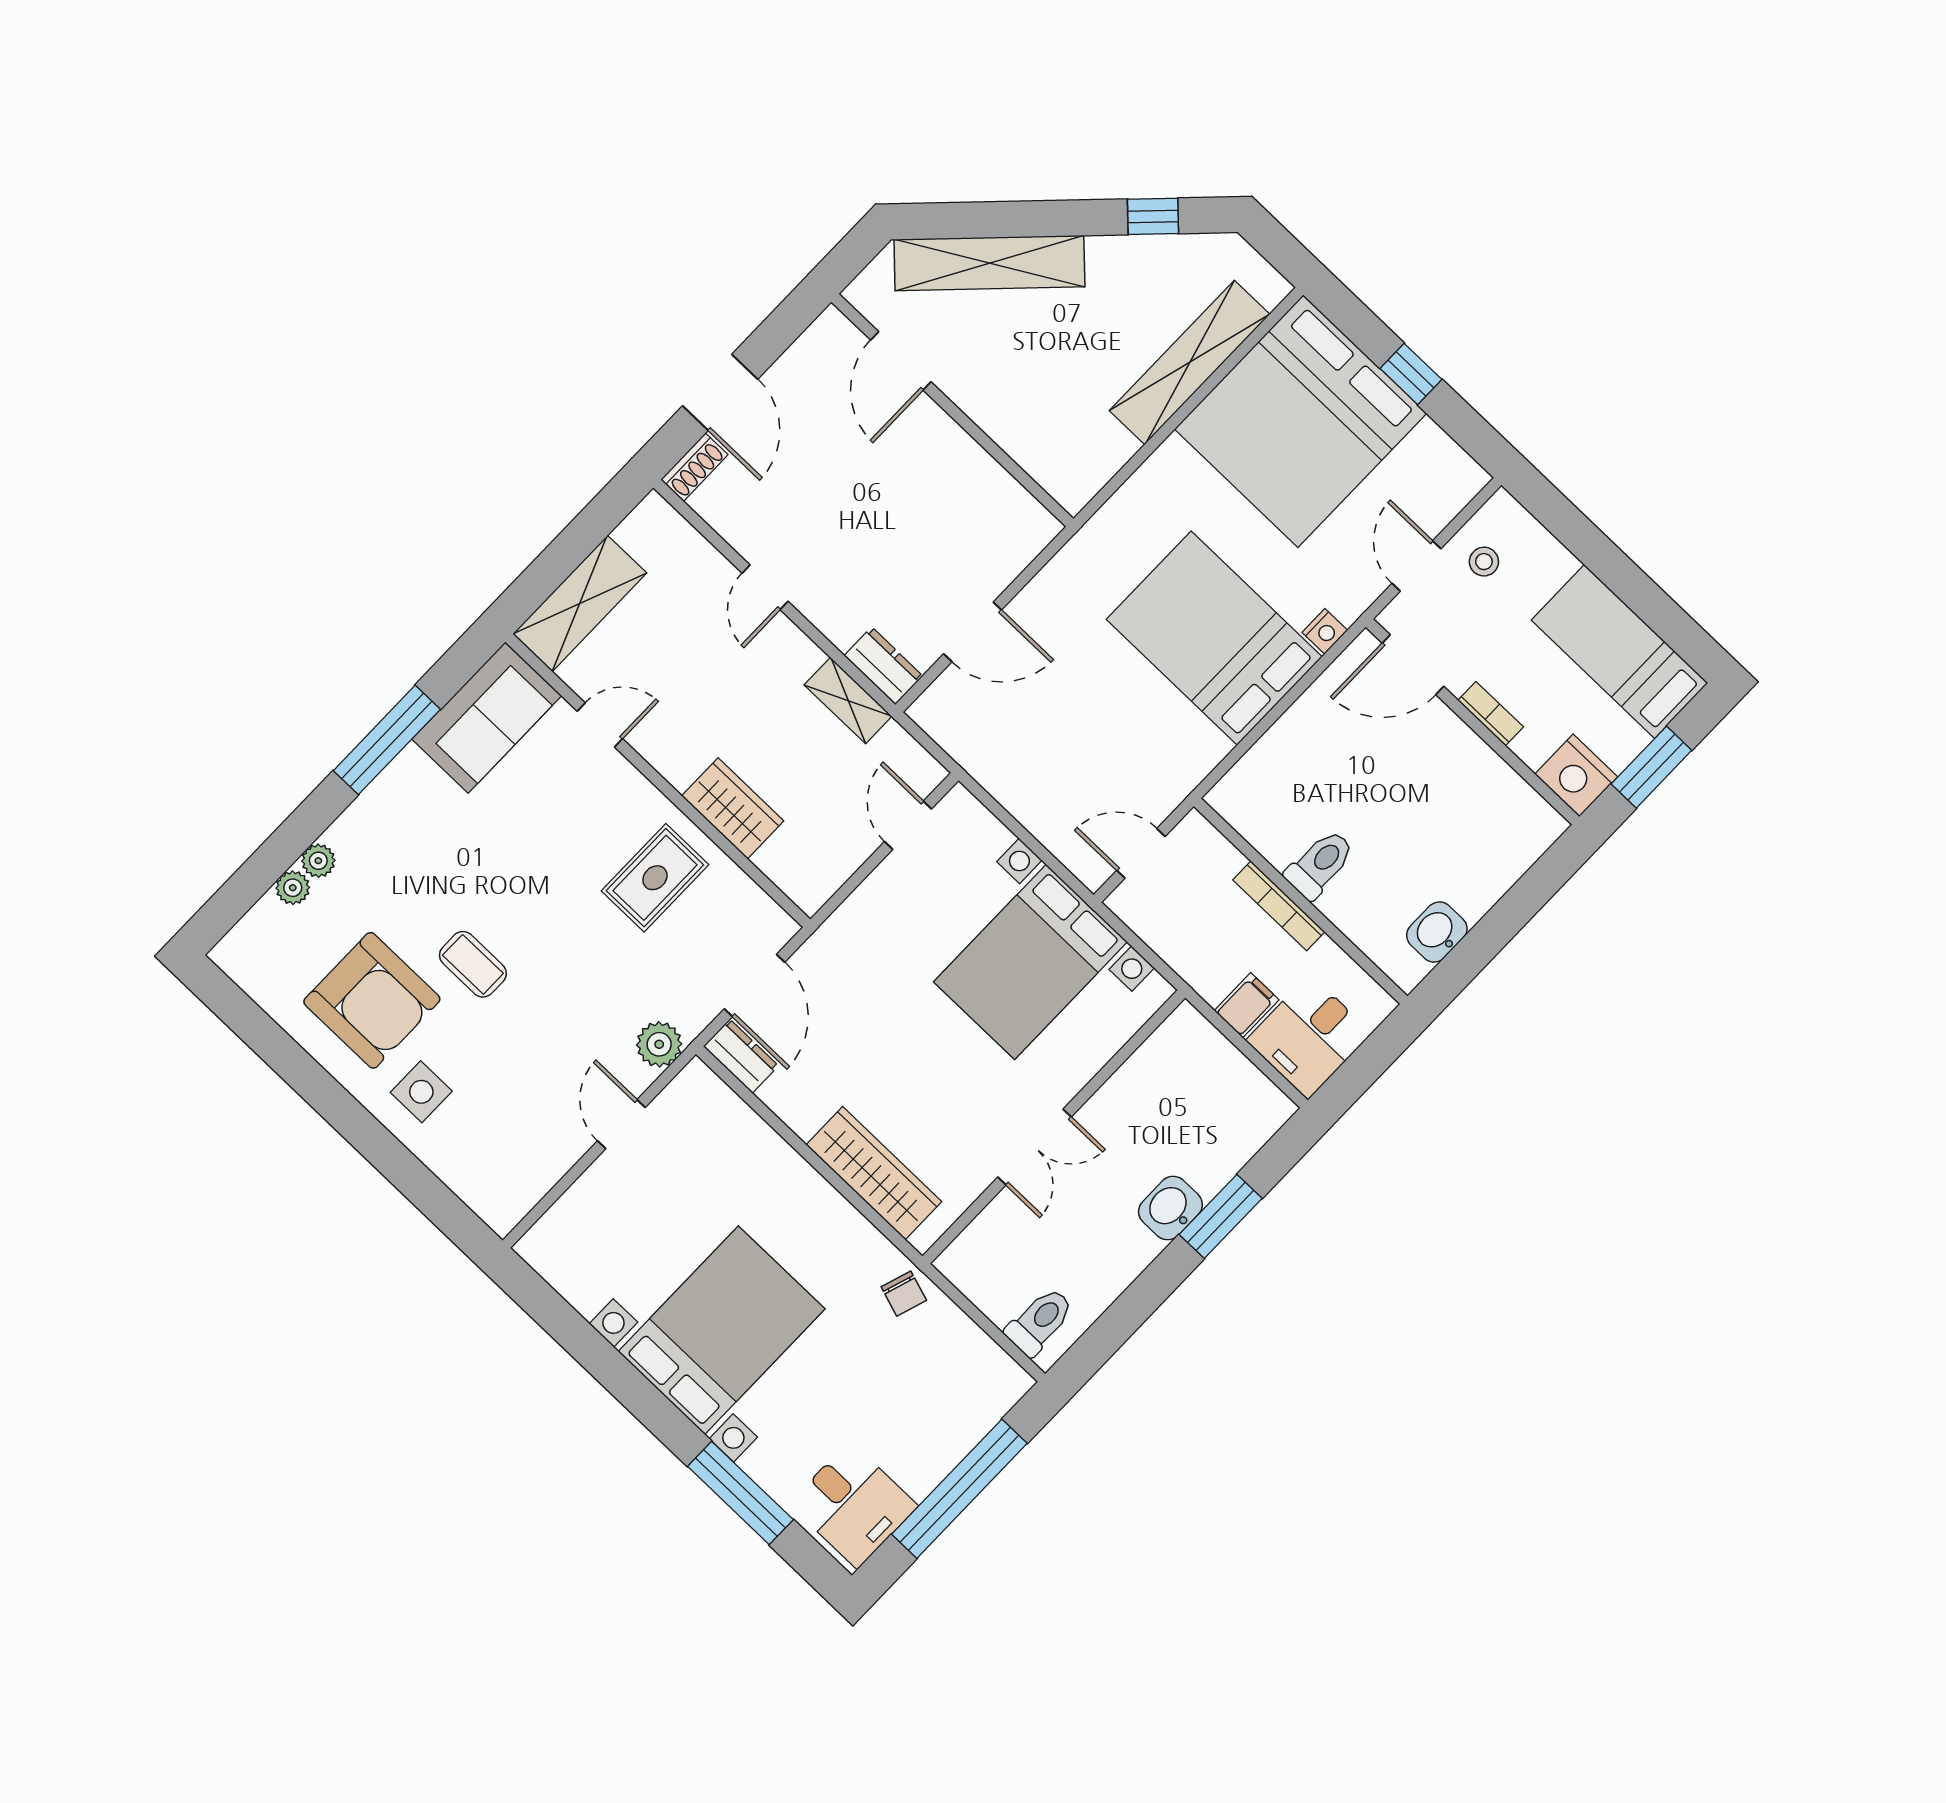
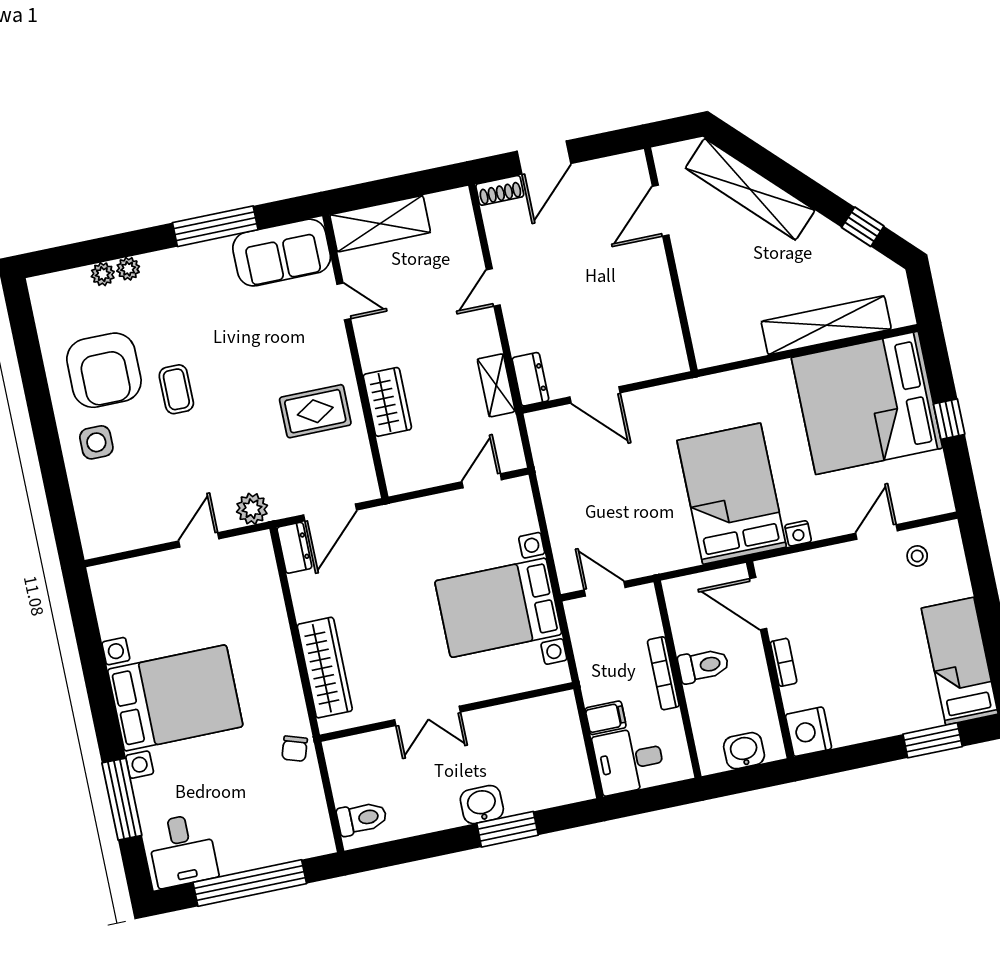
door: (1413, 665) -> (758, 604), moved
bookcase: (1491, 714) -> (784, 662), moved
wall: (1473, 722) -> (770, 660), moved
nightstand: (1576, 775) -> (809, 732), moved

